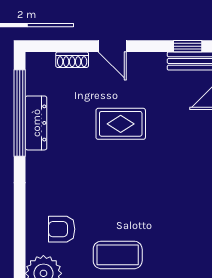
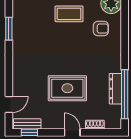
rug: (121, 124) -> (67, 88), width x1.36, depth x1.43

